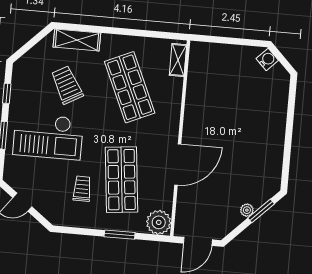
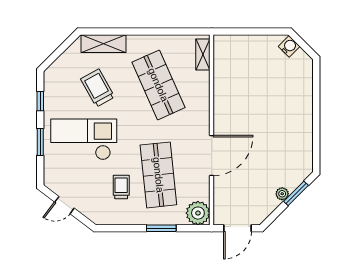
checkout: (48, 136) -> (84, 139), turned 180

